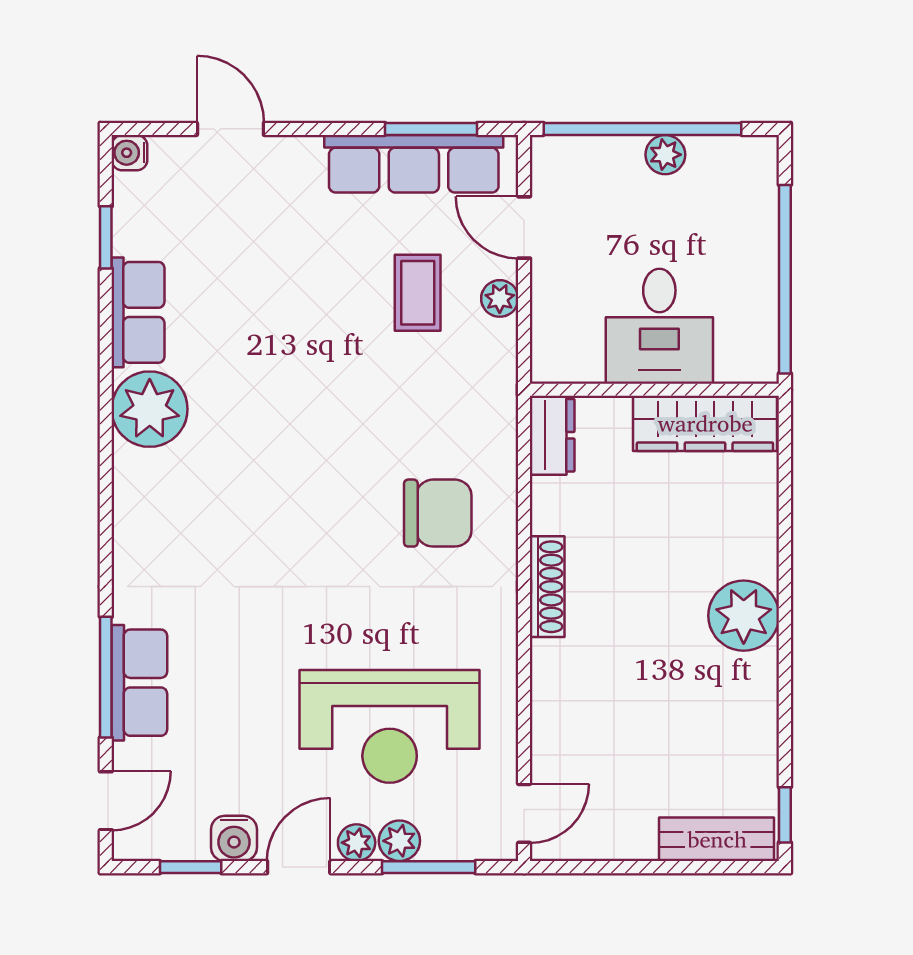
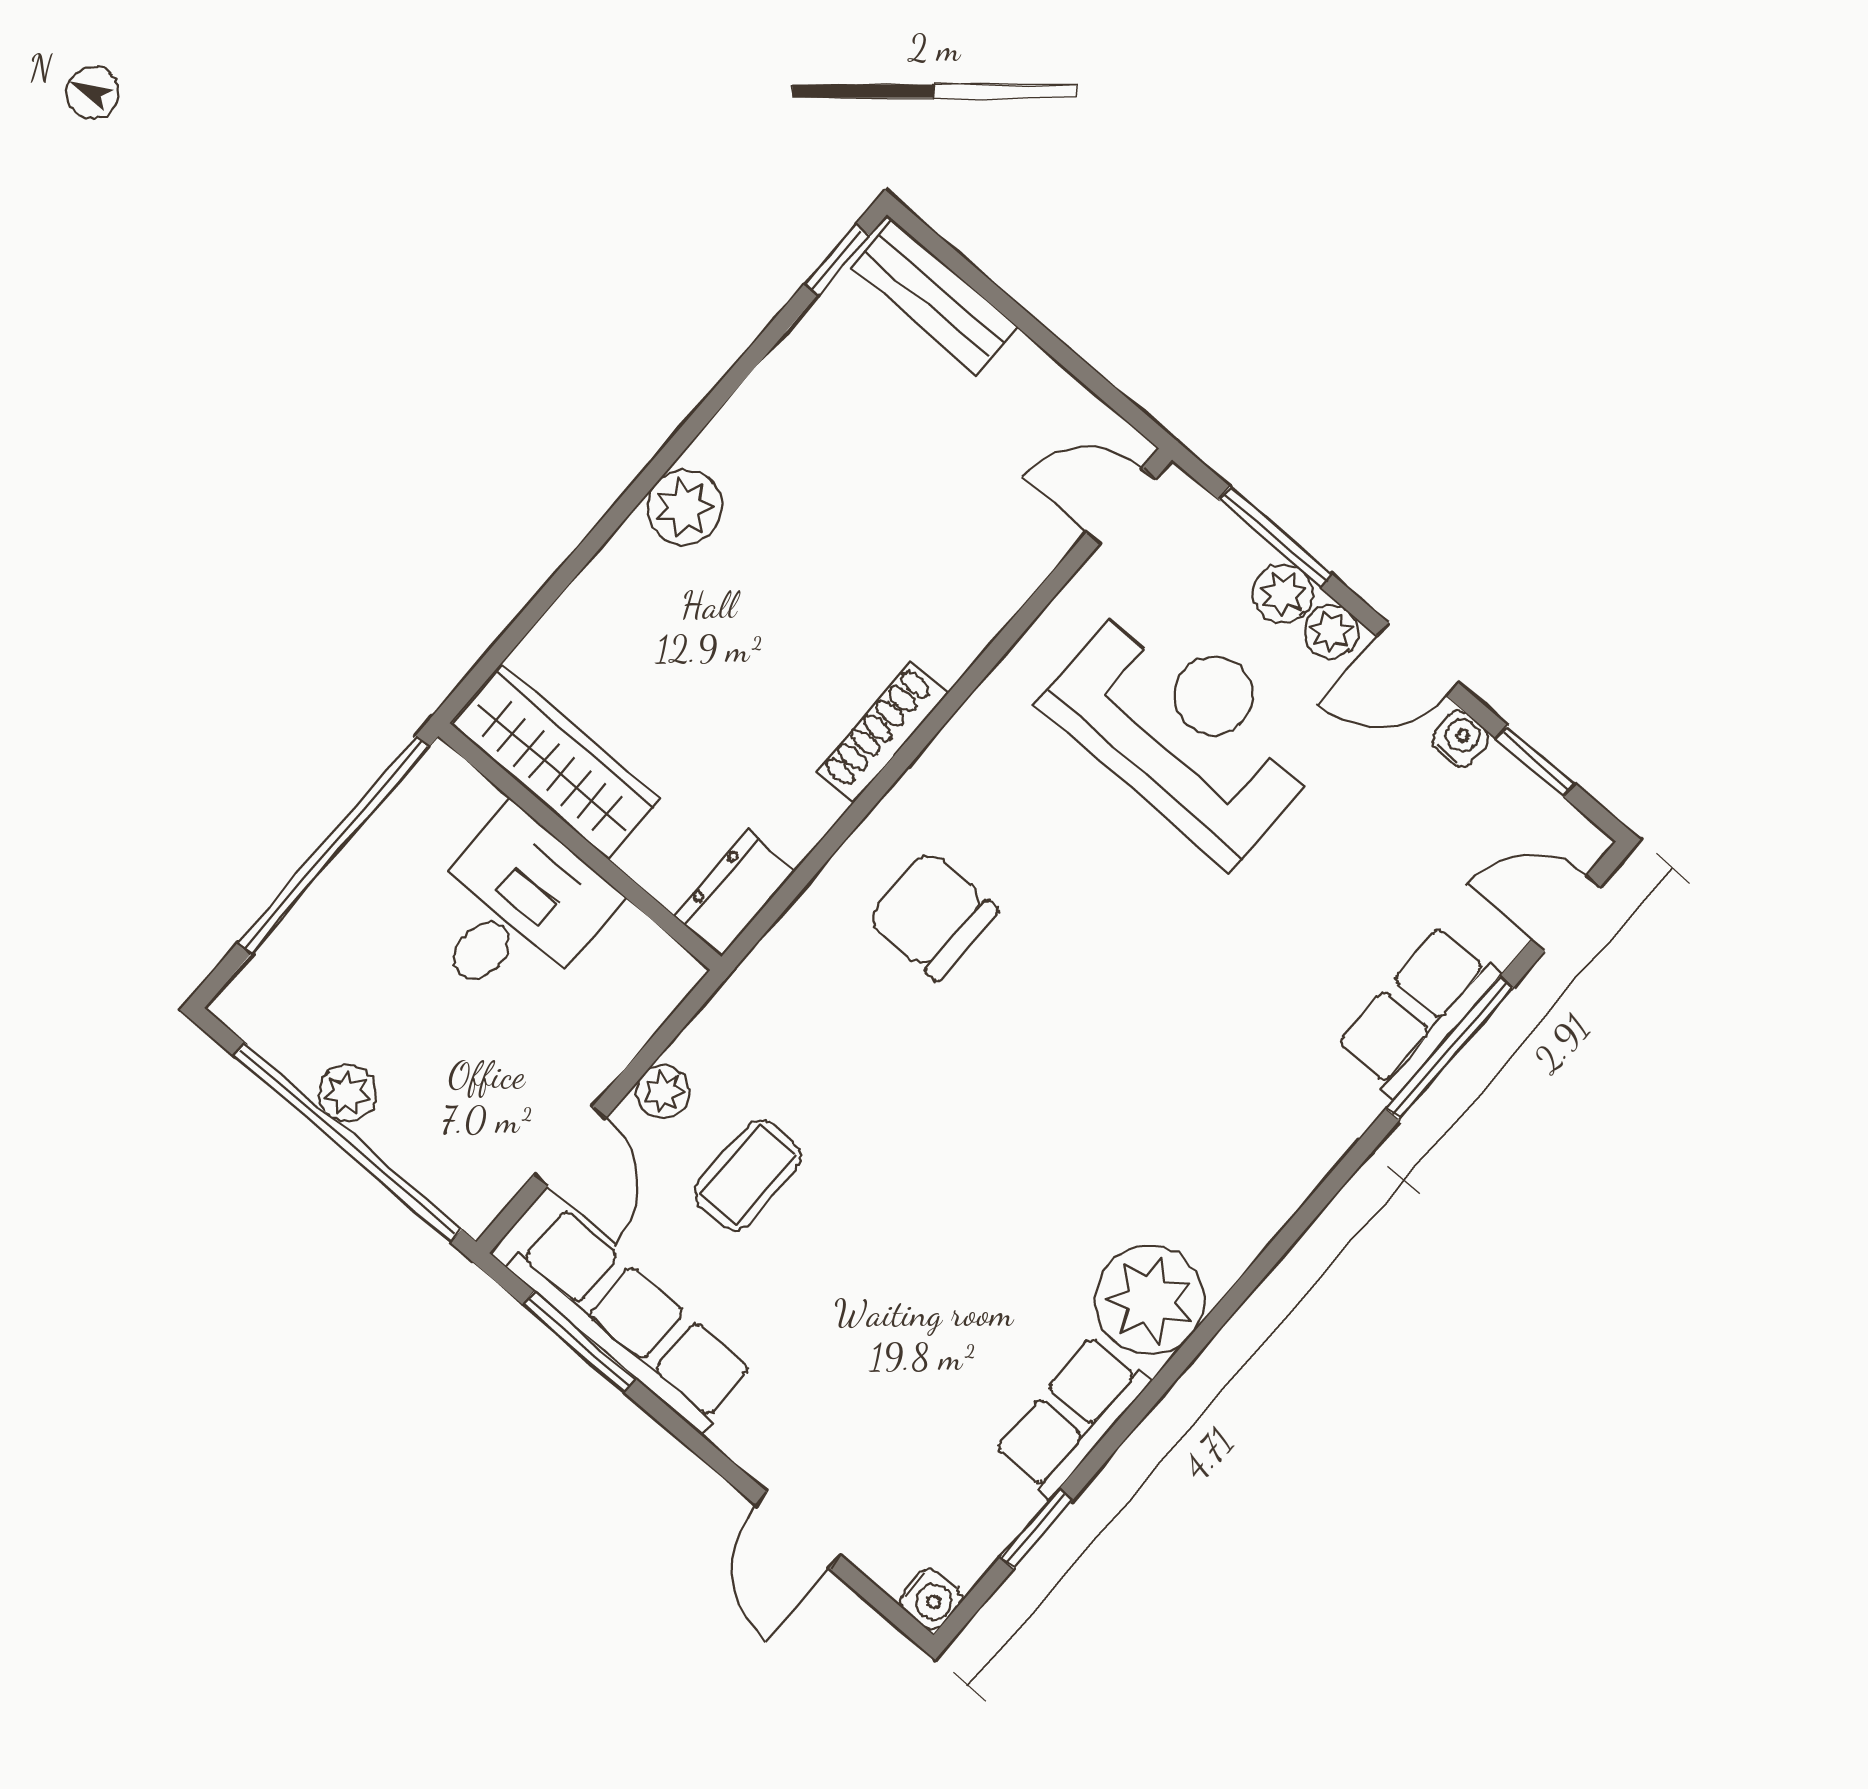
plant: (744, 616) -> (684, 507), width x0.73, depth x0.73
water cooler: (234, 838) -> (1460, 739), width x0.72, depth x0.72

